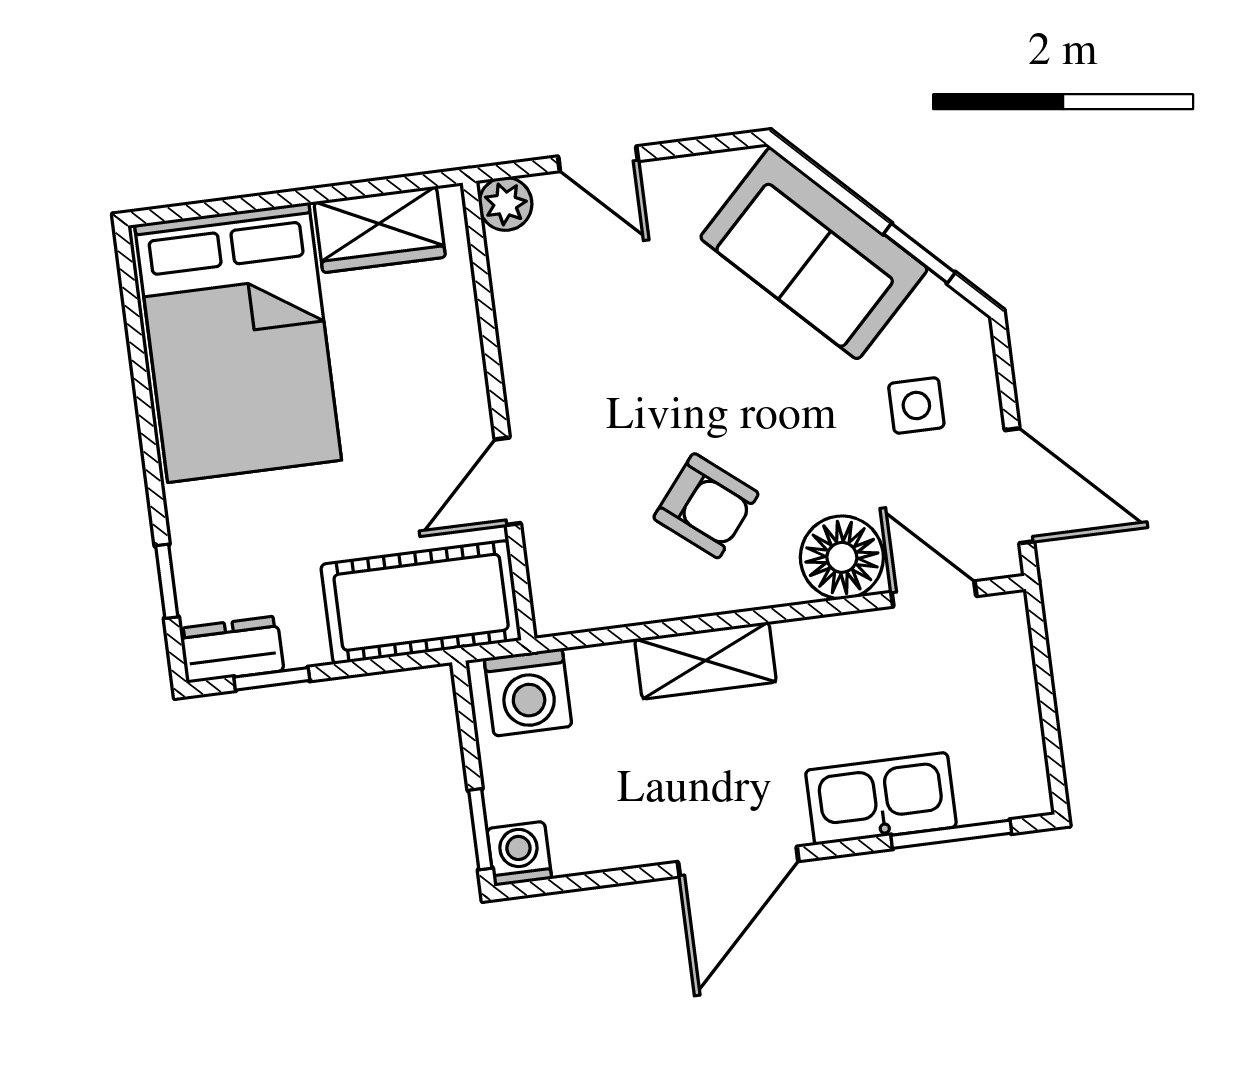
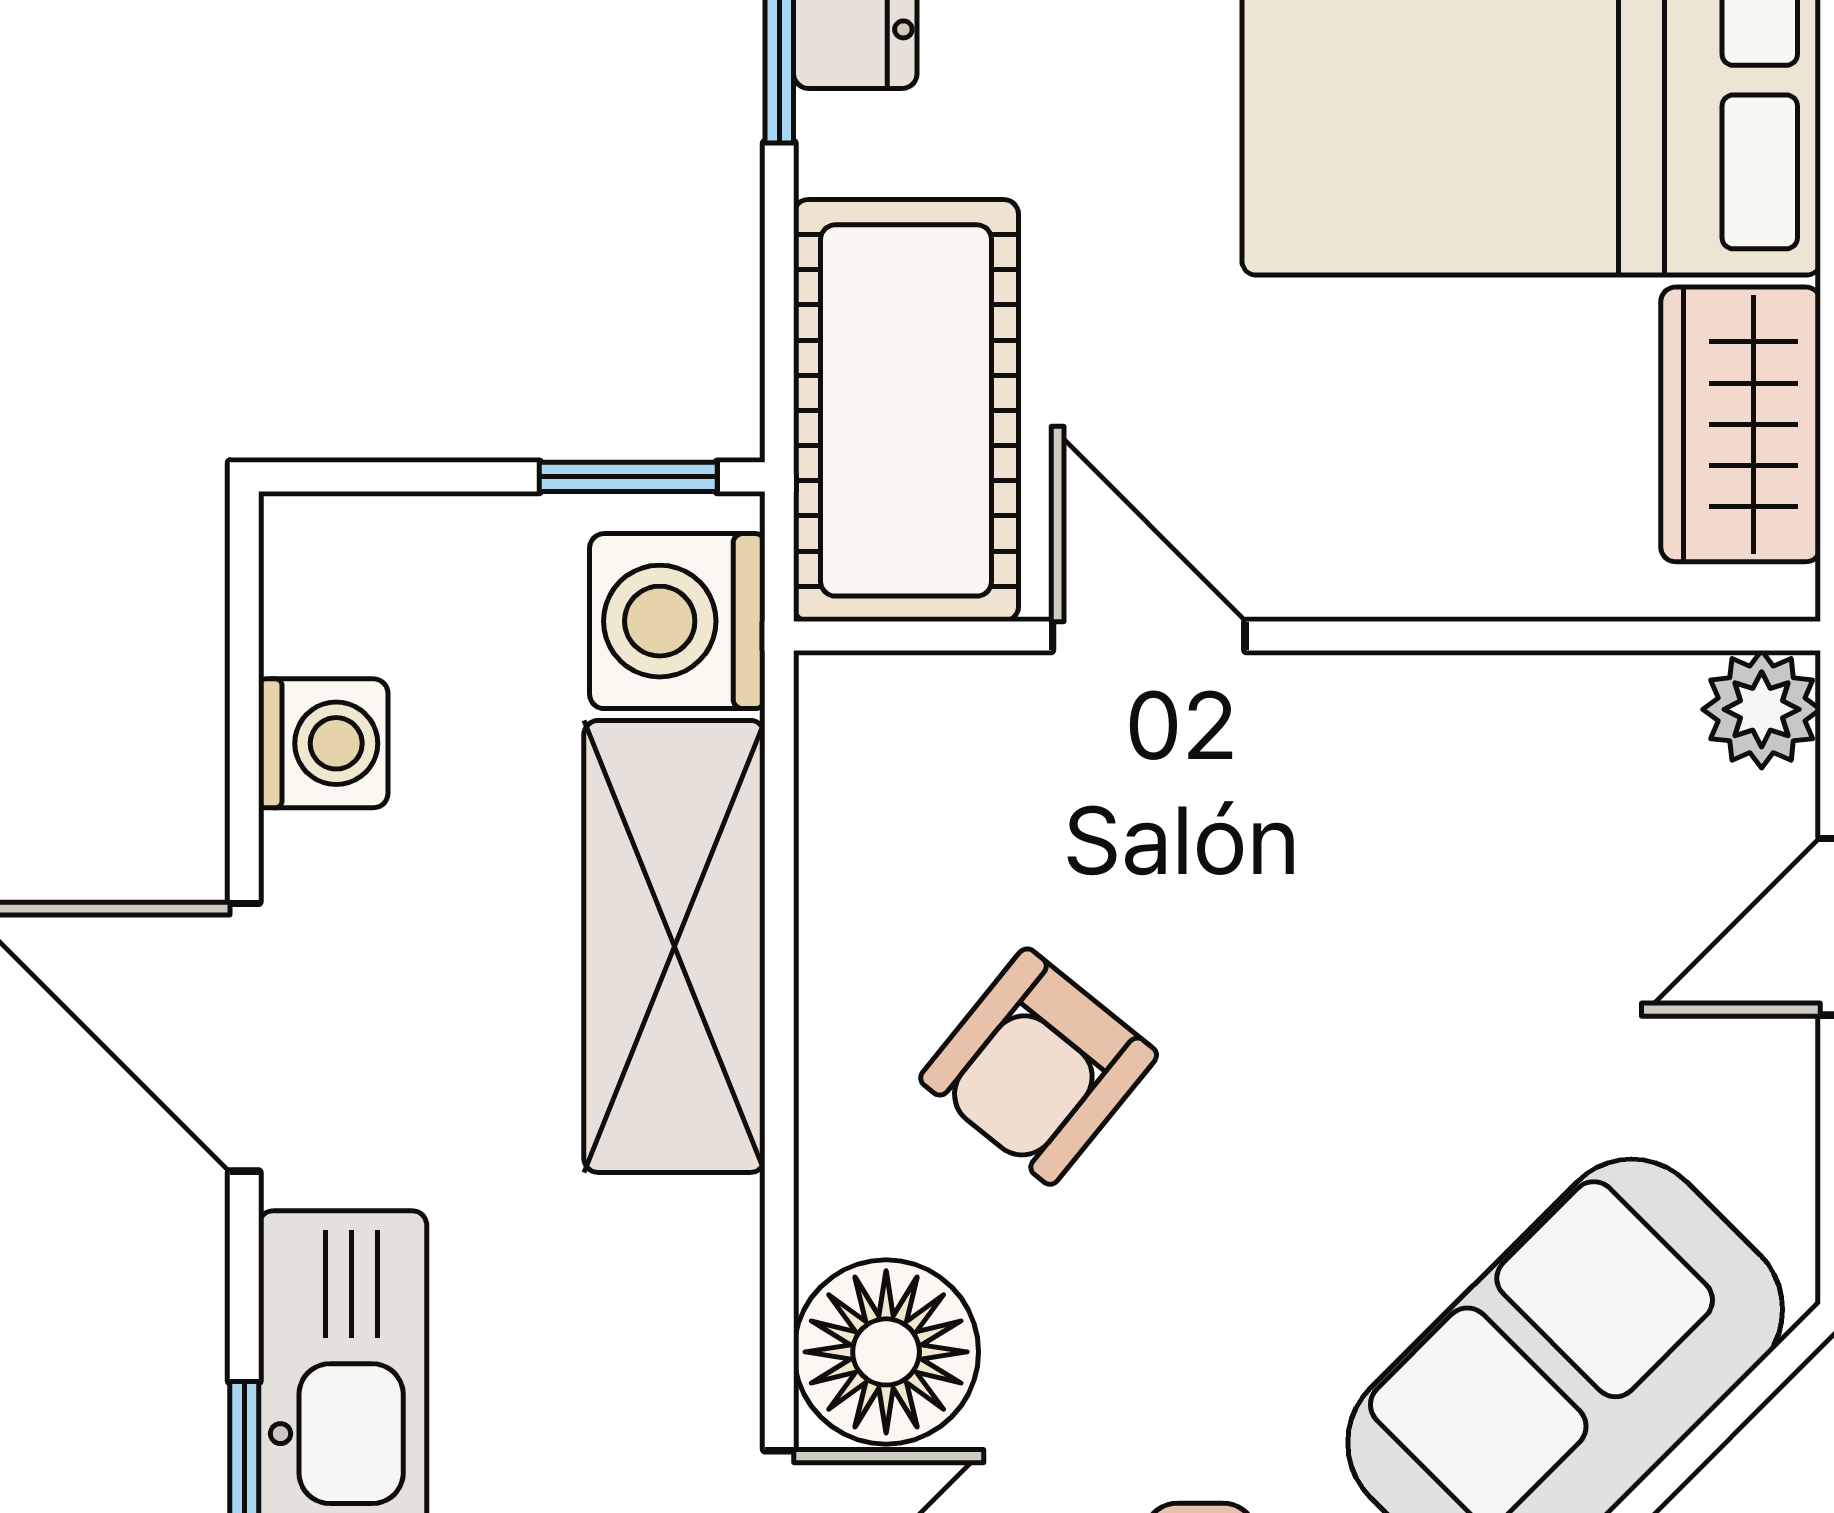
shelving: (706, 661) -> (674, 946), width x1.50, depth x1.33
window: (480, 829) -> (628, 477), moved
washing machine: (519, 854) -> (323, 743), moved

